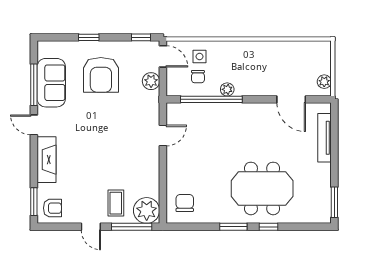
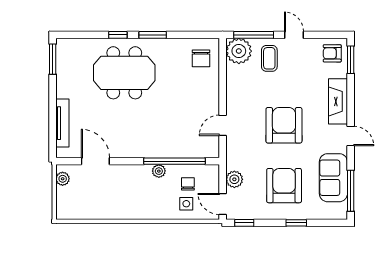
window: (34, 85) -> (351, 191), moved
armchair: (101, 136) -> (284, 125), added

